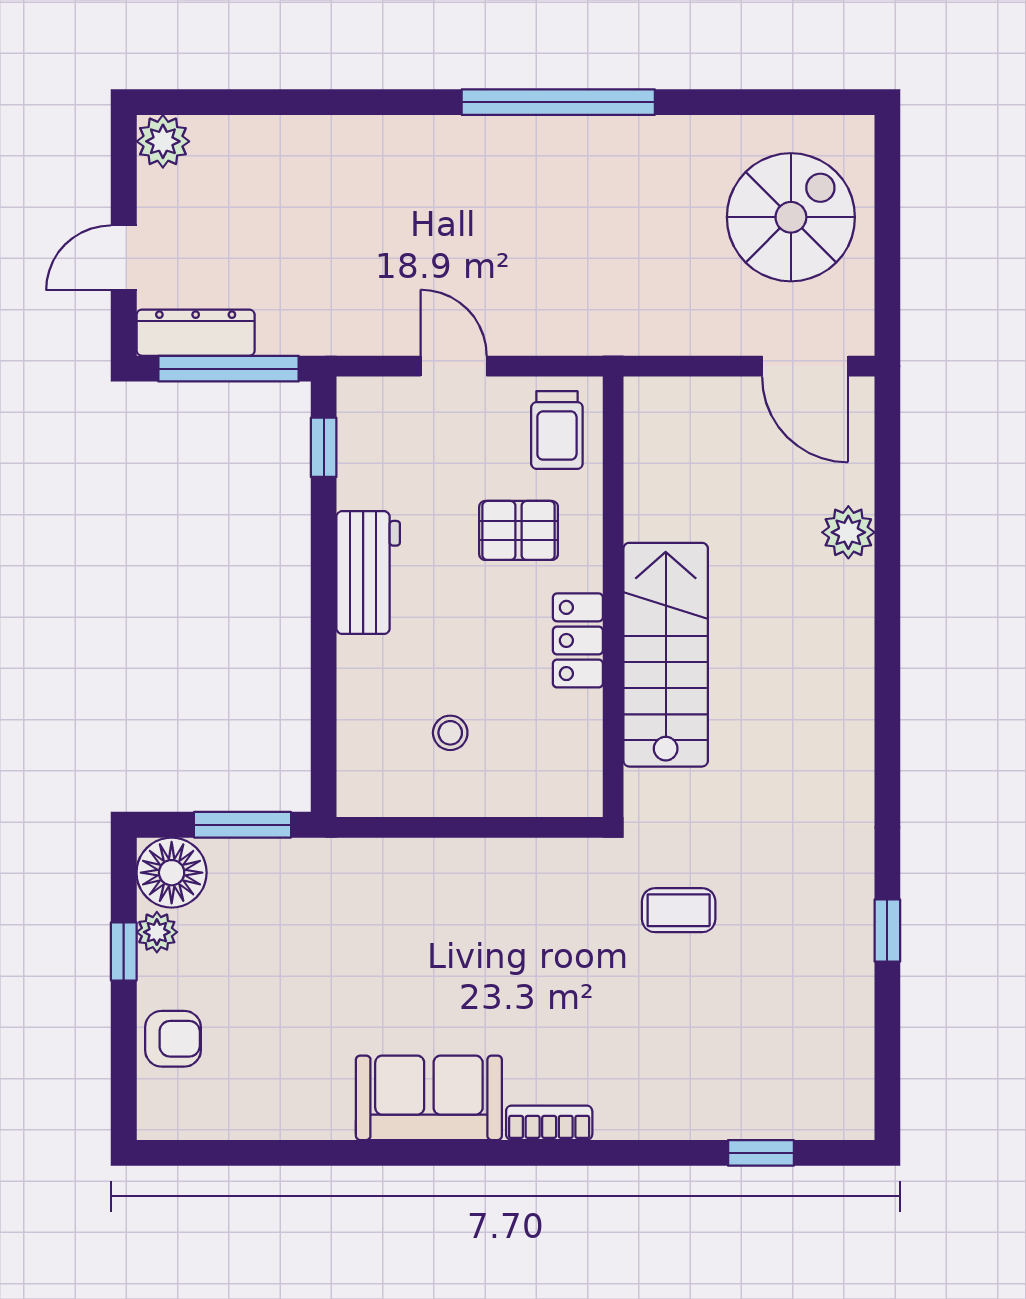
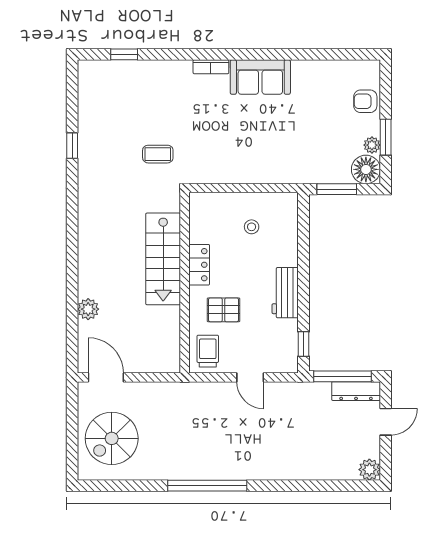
window: (124, 951) -> (386, 137), width x1.50

